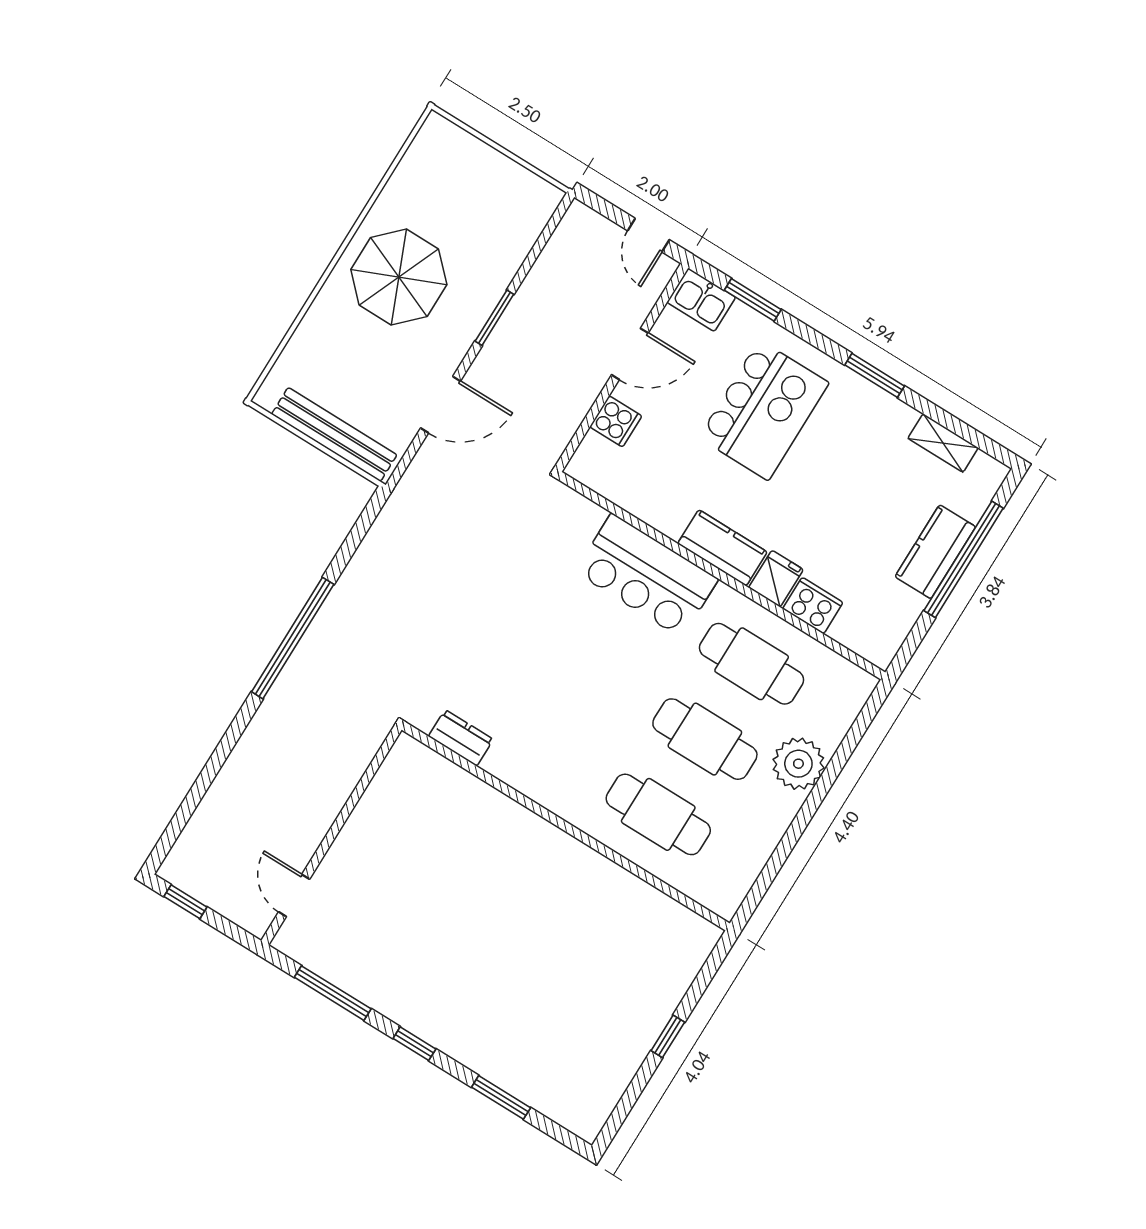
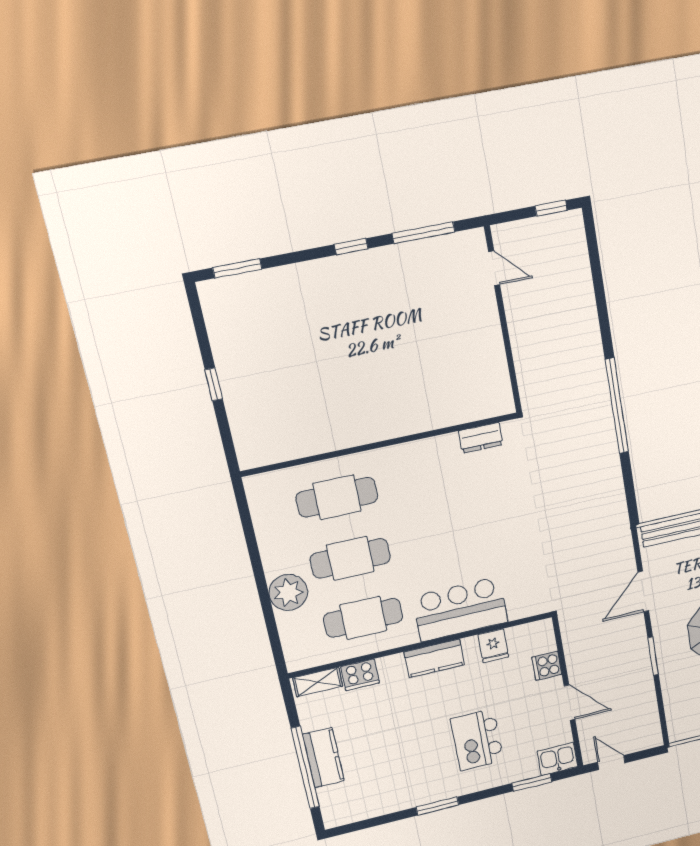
door: (630, 354) -> (570, 703), swing flipped
kitchen island: (764, 410) -> (477, 740), width x0.73, depth x0.78
shelving: (943, 443) -> (318, 682), moved
fridge: (776, 579) -> (493, 646), moved
window: (501, 1097) -> (237, 268), moved

